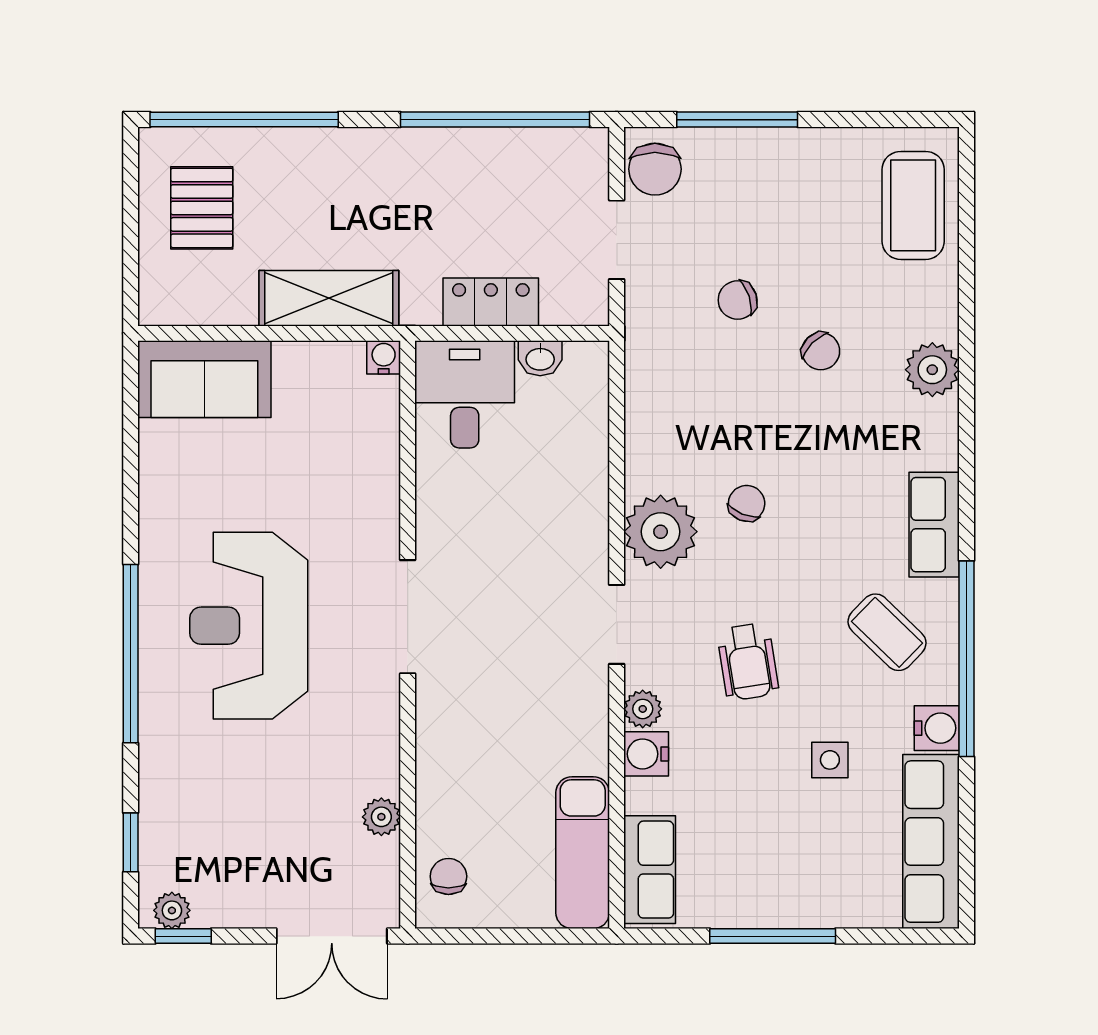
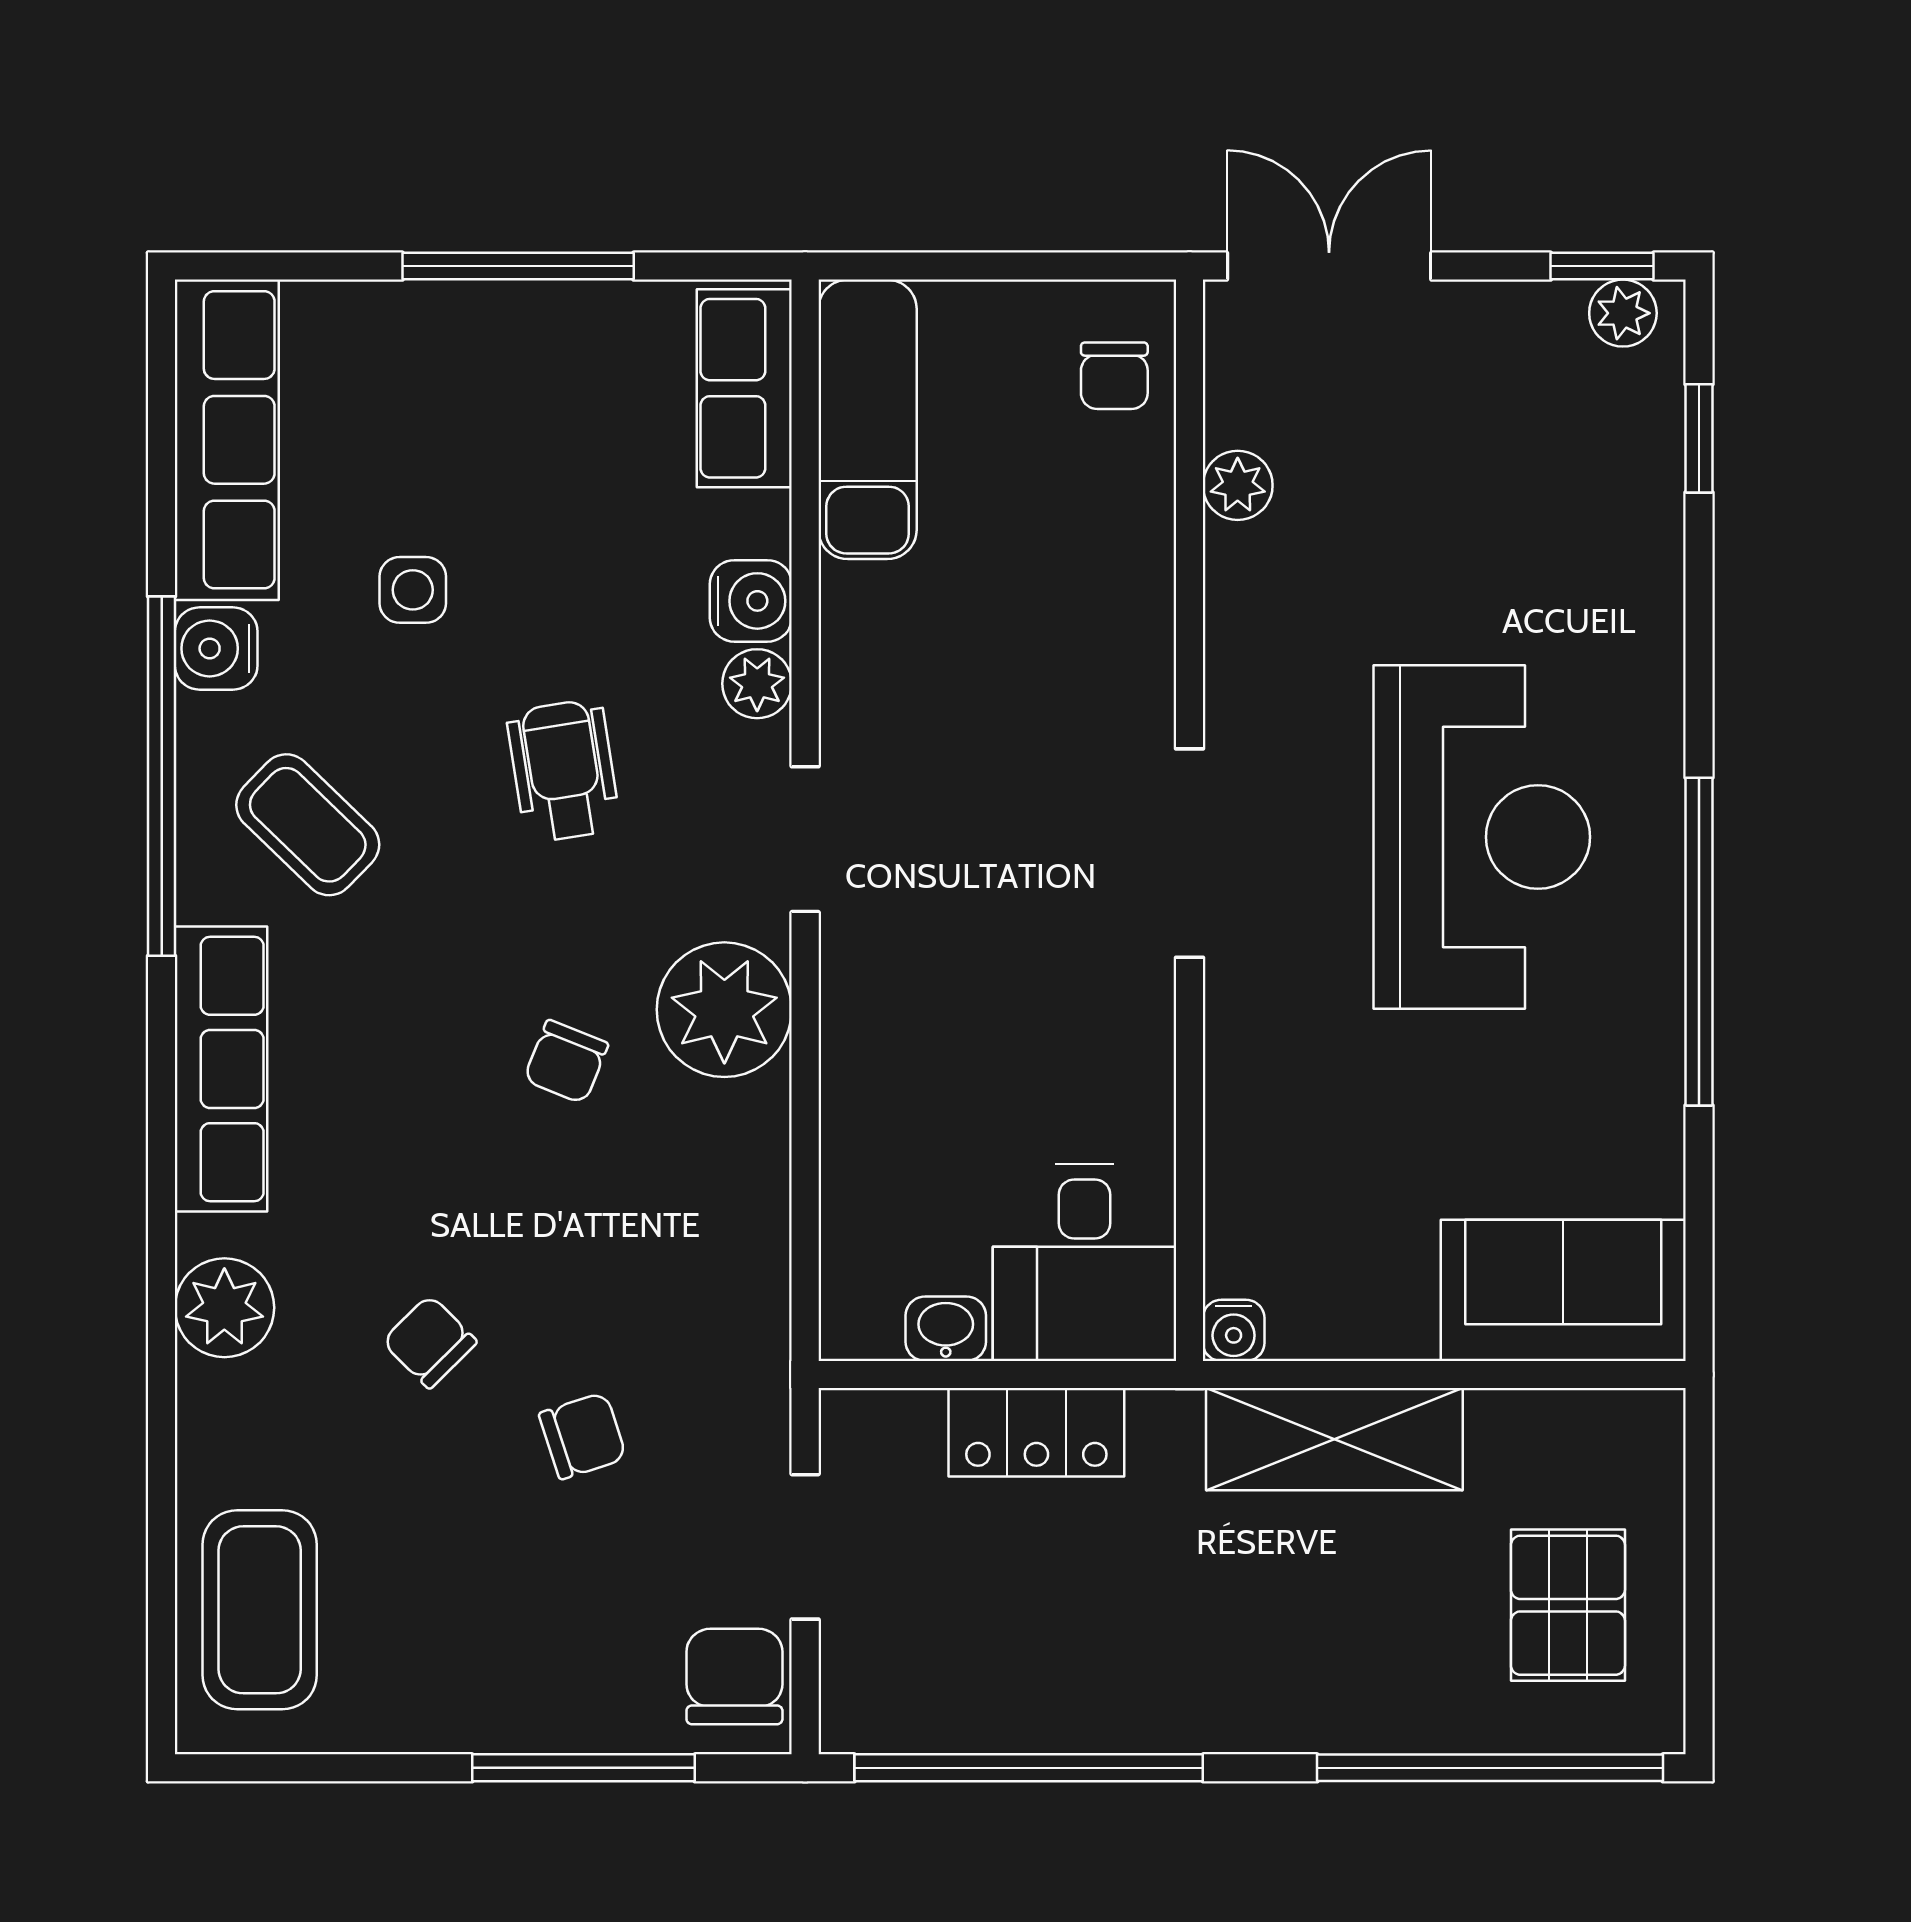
row of seats: (934, 525) -> (221, 1069), width x1.48
window: (131, 654) -> (1699, 942), moved

